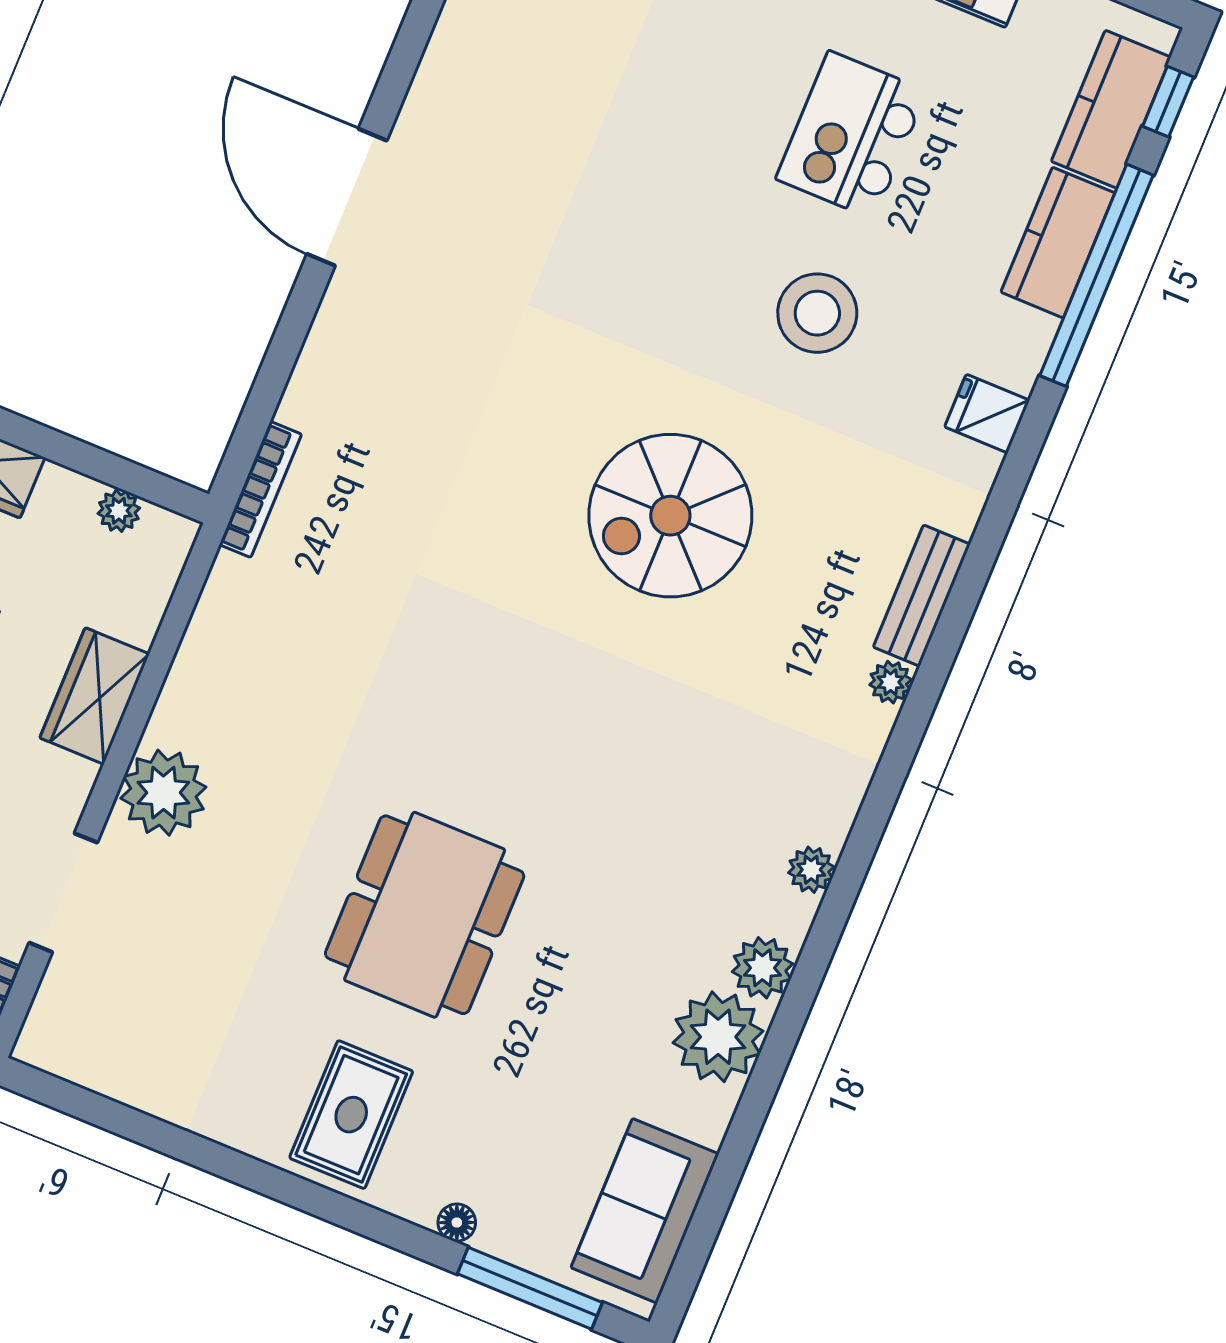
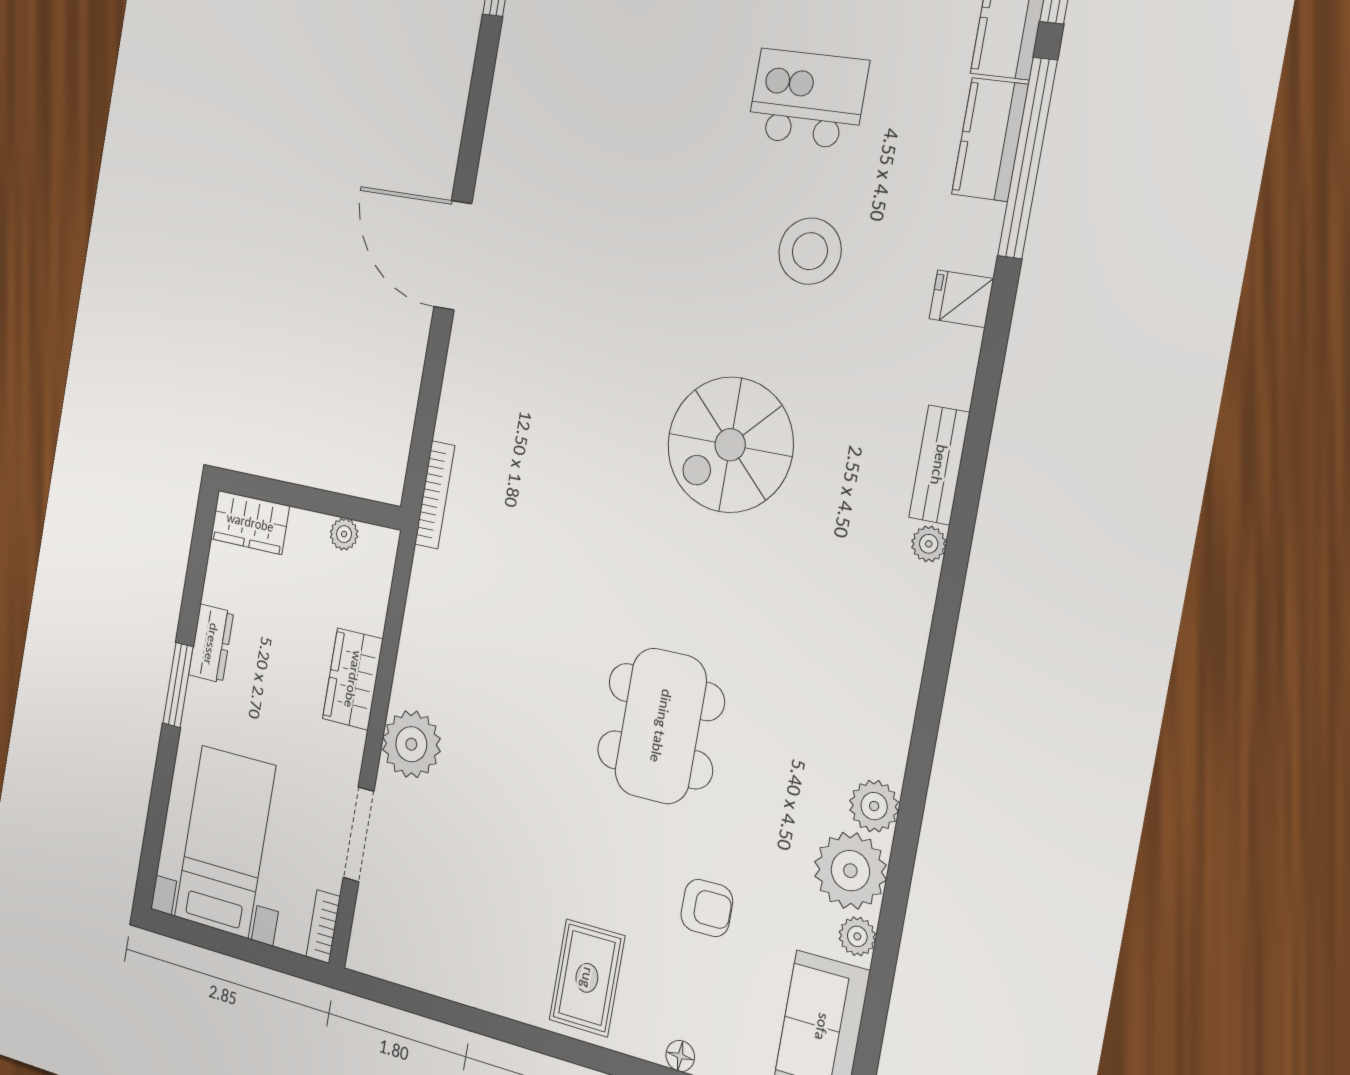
kitchen island: (851, 135) -> (808, 99), turned 90
plant: (811, 870) -> (857, 936), moved
dining table: (425, 915) -> (661, 726), moved
armchair: (528, 1054) -> (707, 908), added

